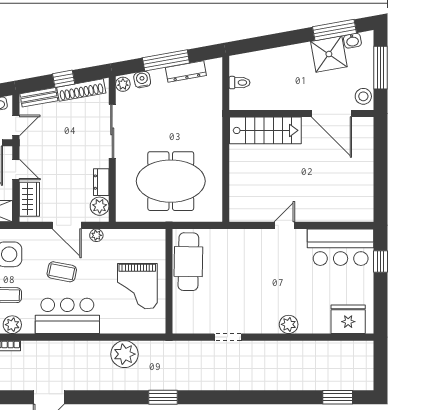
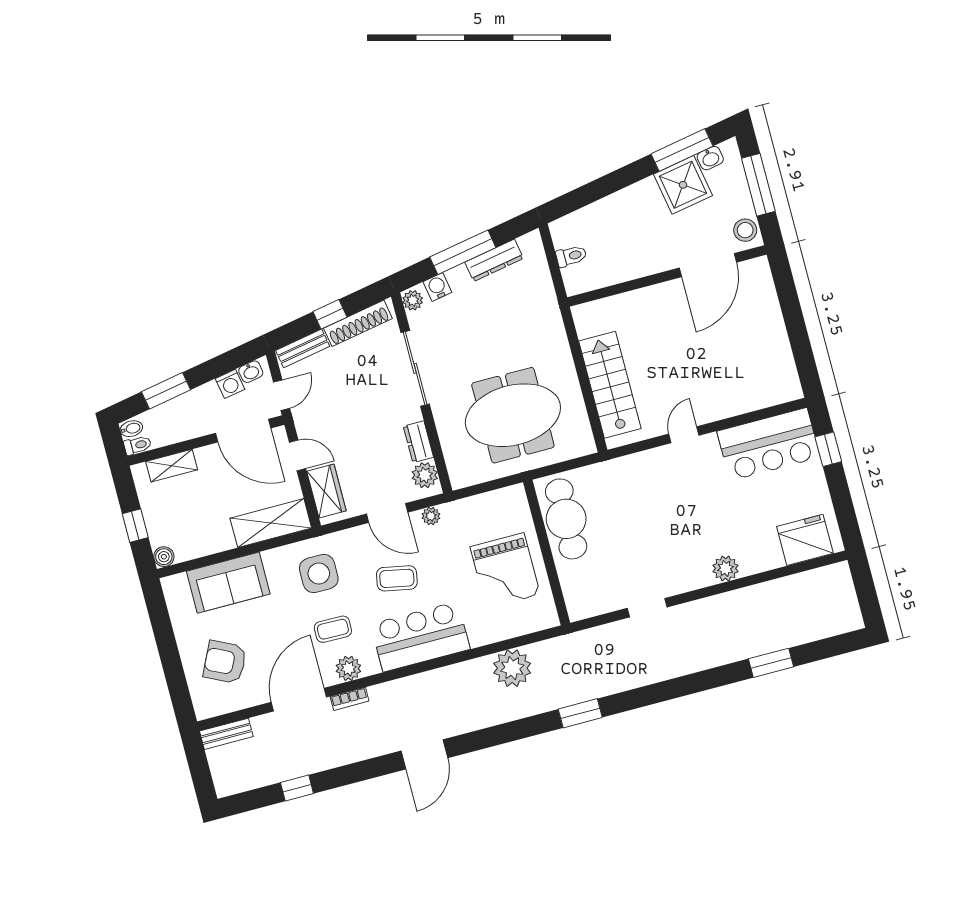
door: (331, 114) -> (708, 265), hinge flipped
stairs: (265, 130) -> (610, 385), moved, turned -90
window: (338, 397) -> (771, 663), moved

